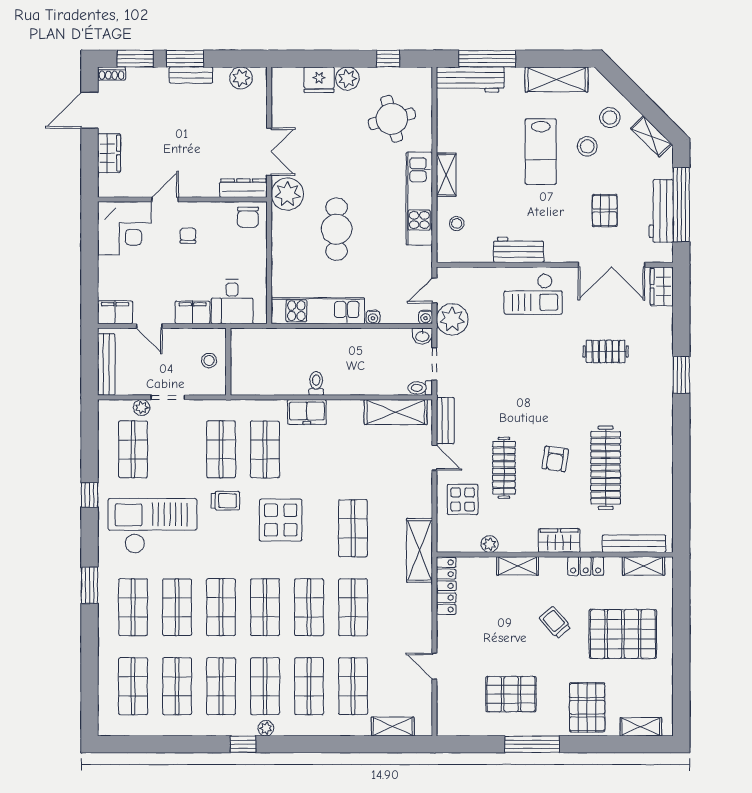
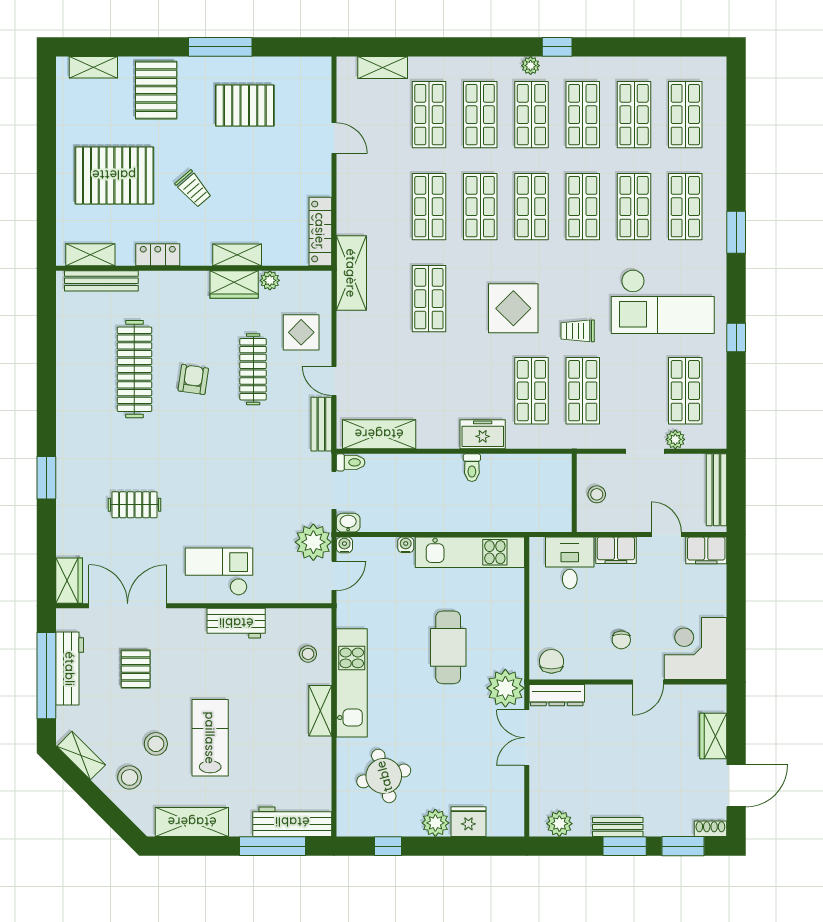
wardrobe: (559, 541) -> (234, 284), moved

